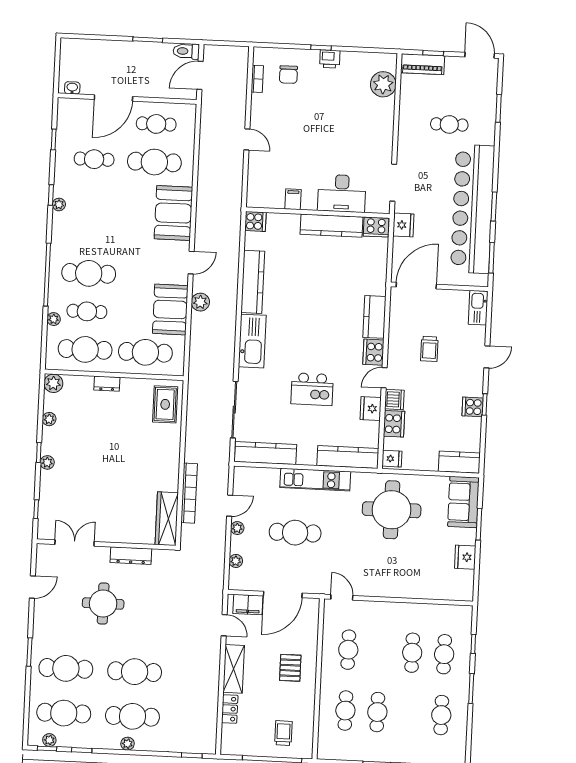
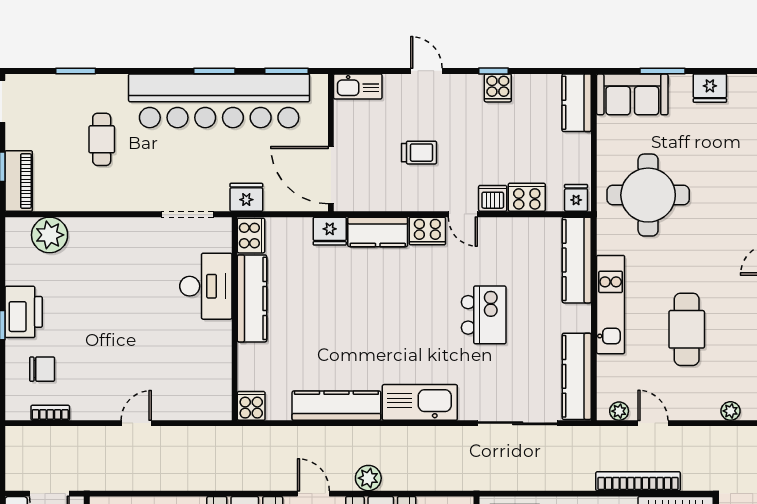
printer: (330, 59) -> (24, 312), width x1.87, depth x1.48
filing cabinet: (293, 199) -> (217, 354), removed
fridge: (371, 409) -> (330, 231), moved
plant: (237, 528) -> (619, 411), moved

